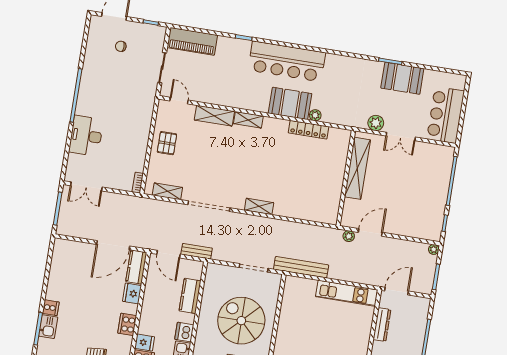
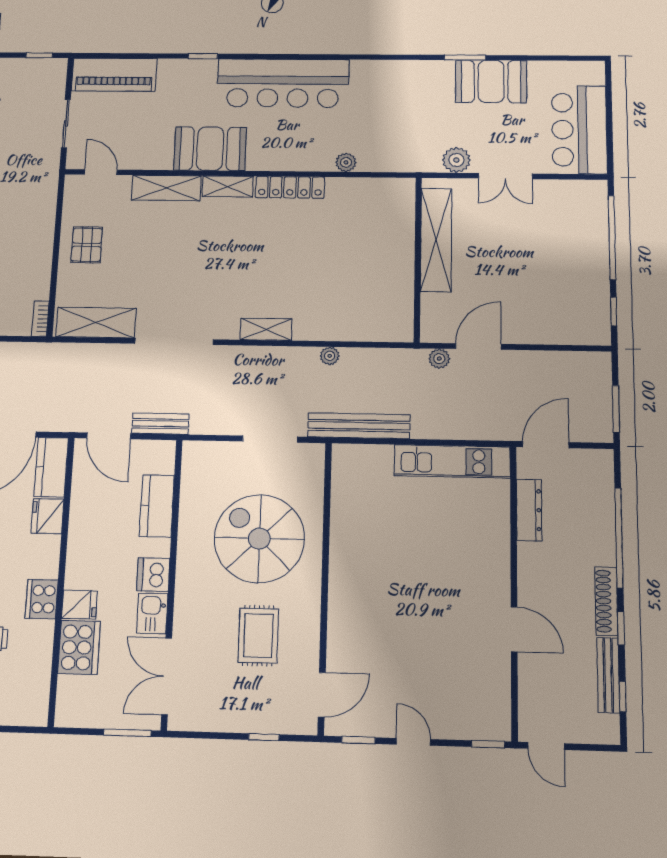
booth: (290, 103) -> (210, 149), moved
locker: (309, 130) -> (290, 187), moved
shelving: (167, 191) -> (96, 323), width x1.50, depth x1.33
plant: (434, 249) -> (330, 356), moved
cooker: (127, 324) -> (42, 599), moved

